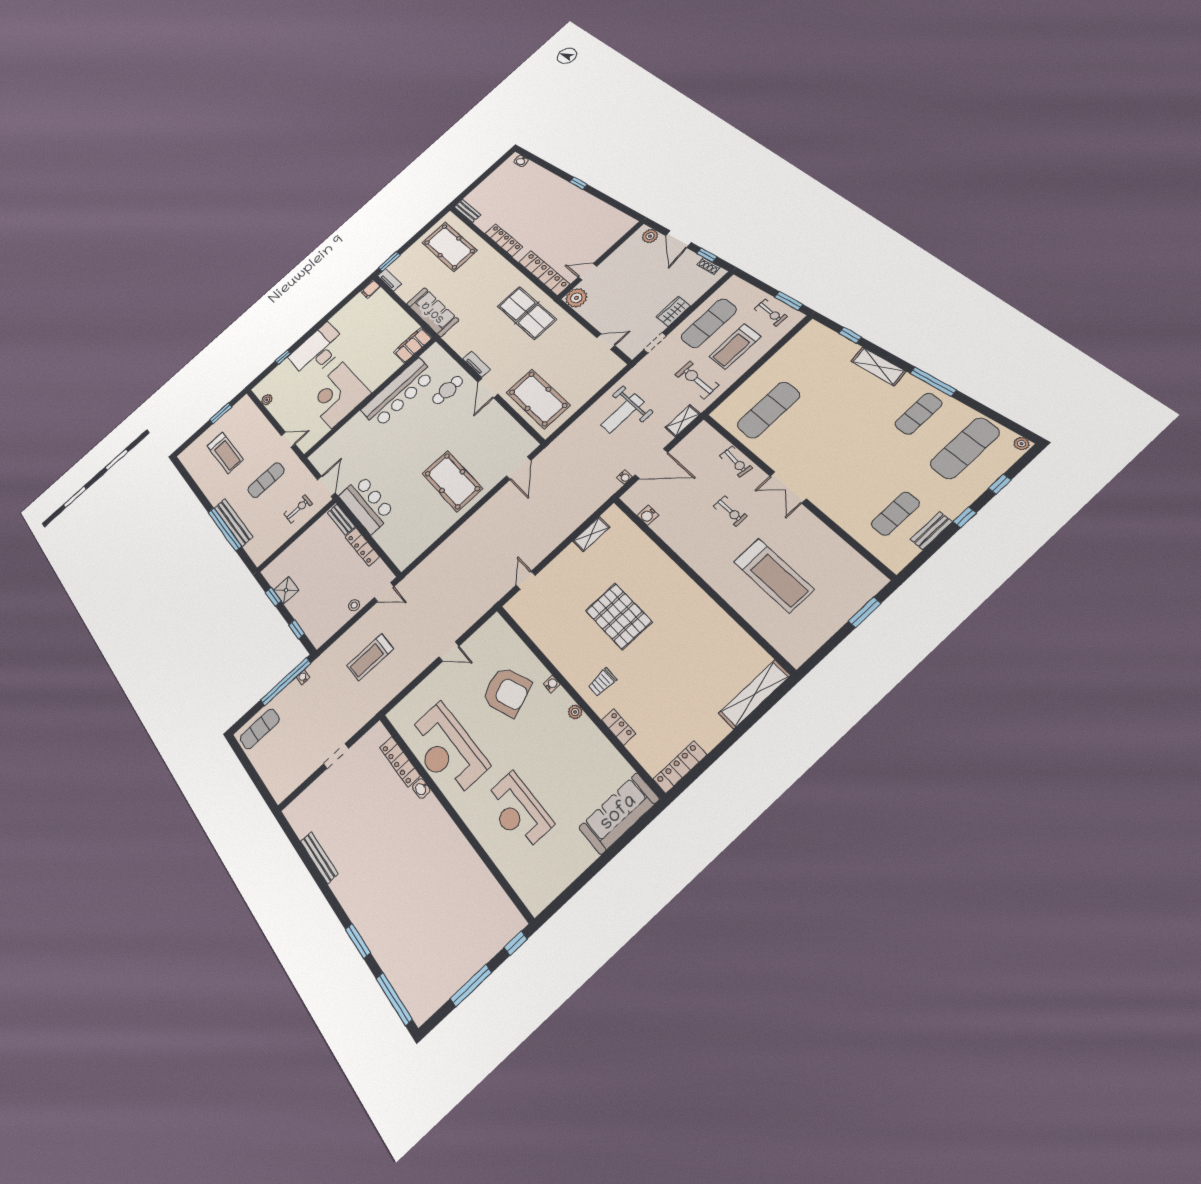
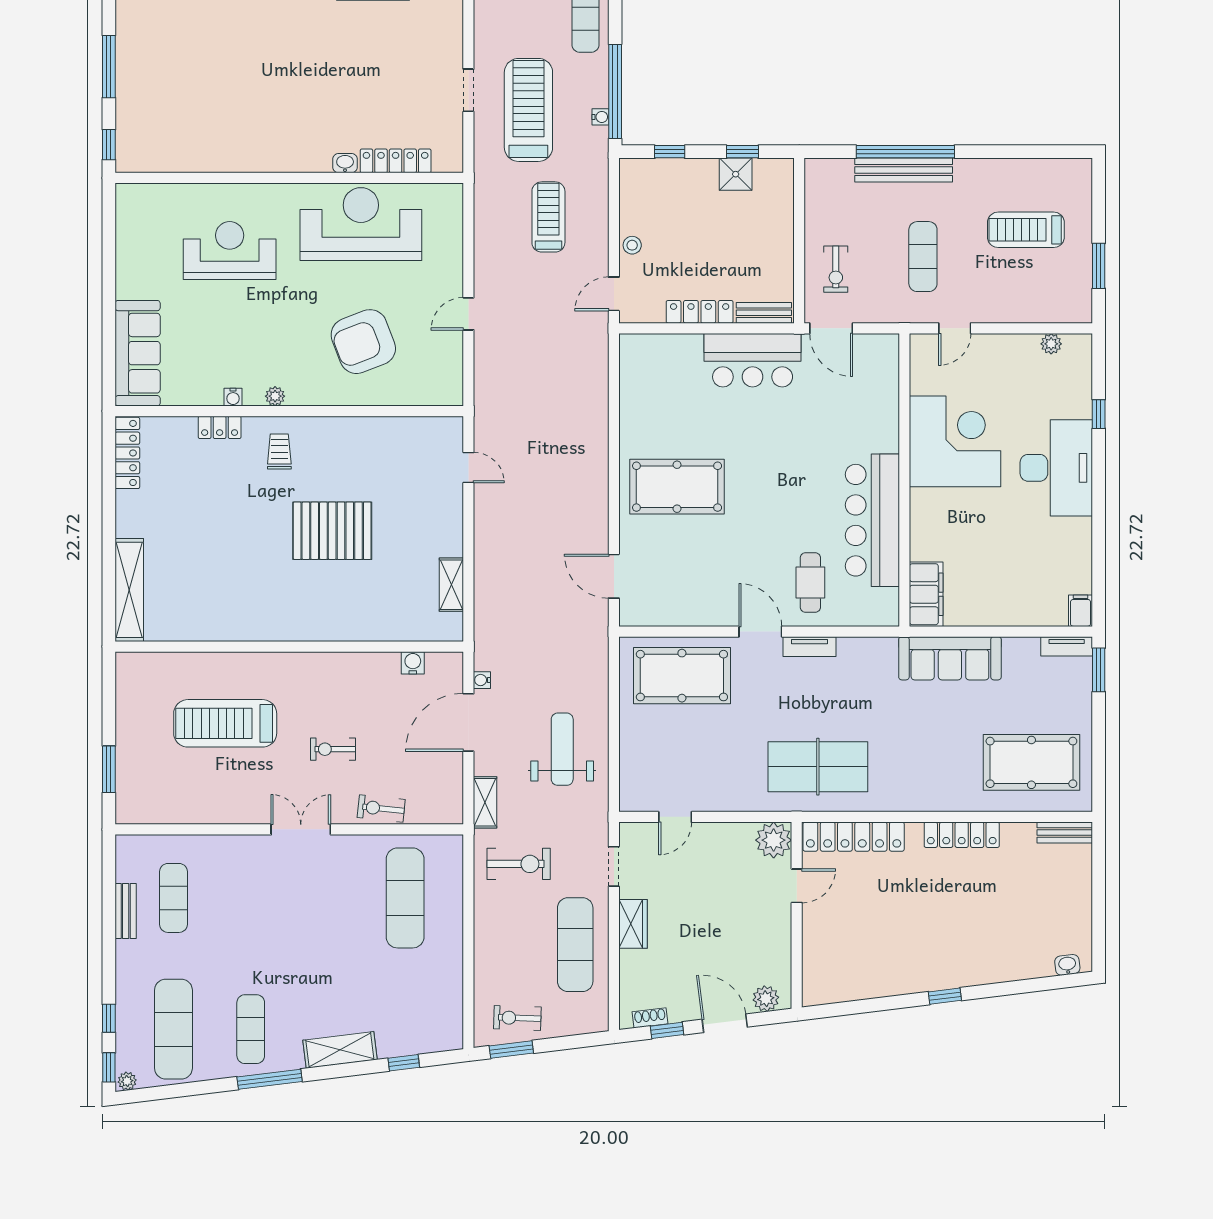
treadmill: (735, 347) -> (528, 110), moved, width x1.37, depth x1.38
window: (965, 517) -> (109, 1067), moved
water cooler: (552, 684) -> (233, 397), moved

